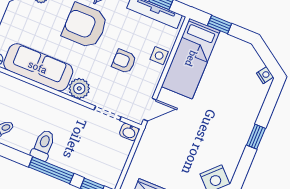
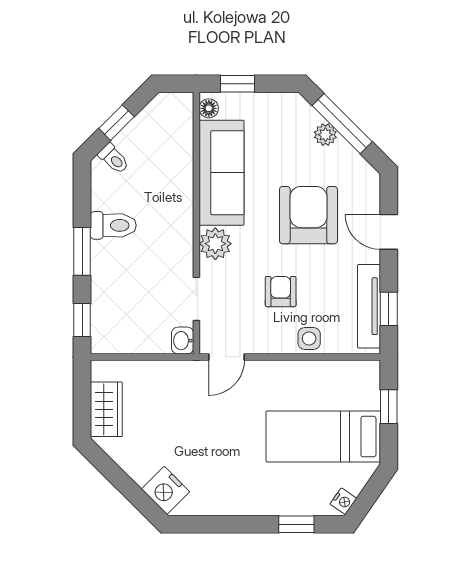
bed: (191, 59) -> (323, 437), moved
door: (150, 110) -> (227, 357), hinge flipped
window: (256, 137) -> (296, 524), moved
window: (51, 170) -> (82, 251), width x0.69

